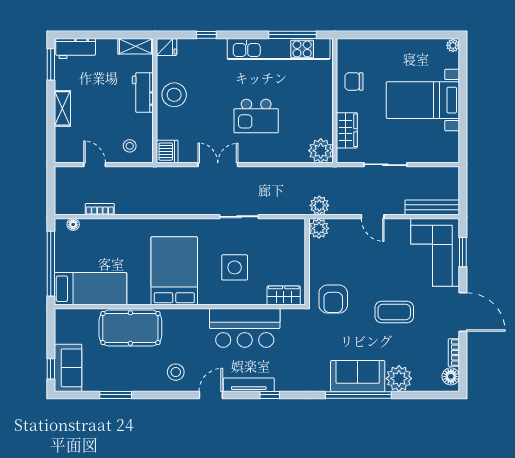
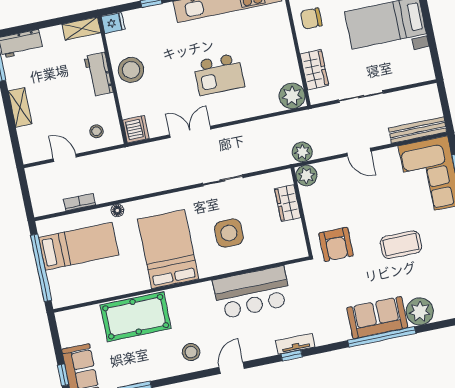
floor lamp: (73, 224) -> (117, 210), moved
bed: (90, 289) -> (79, 246), moved
wardrobe: (284, 295) -> (288, 203), moved, turned -90
tv unit: (249, 385) -> (295, 344), moved, width x0.71

